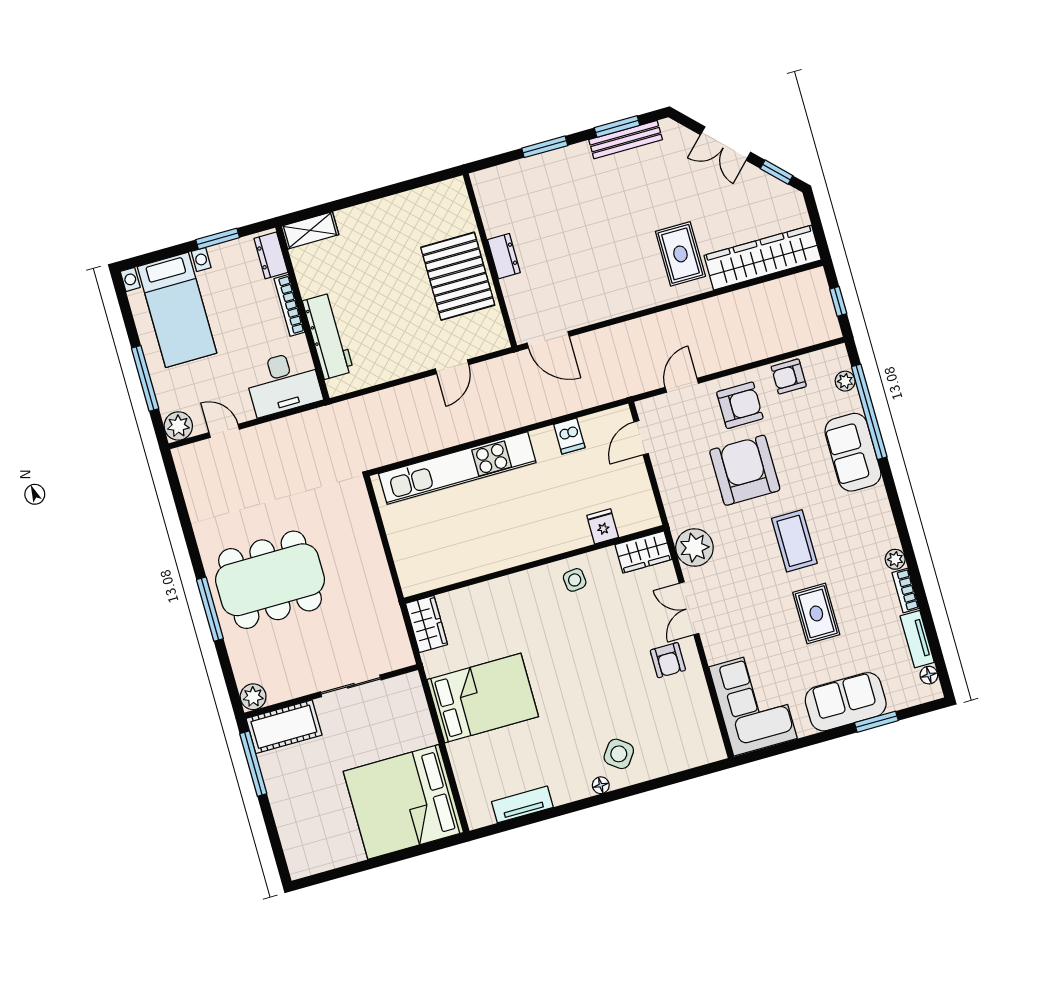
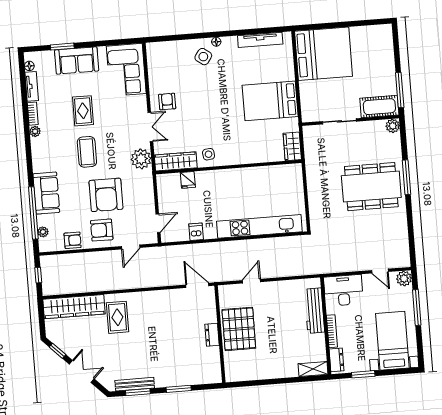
wardrobe: (643, 552) -> (176, 161), width x1.50
tv unit: (522, 804) -> (260, 40), width x1.41

